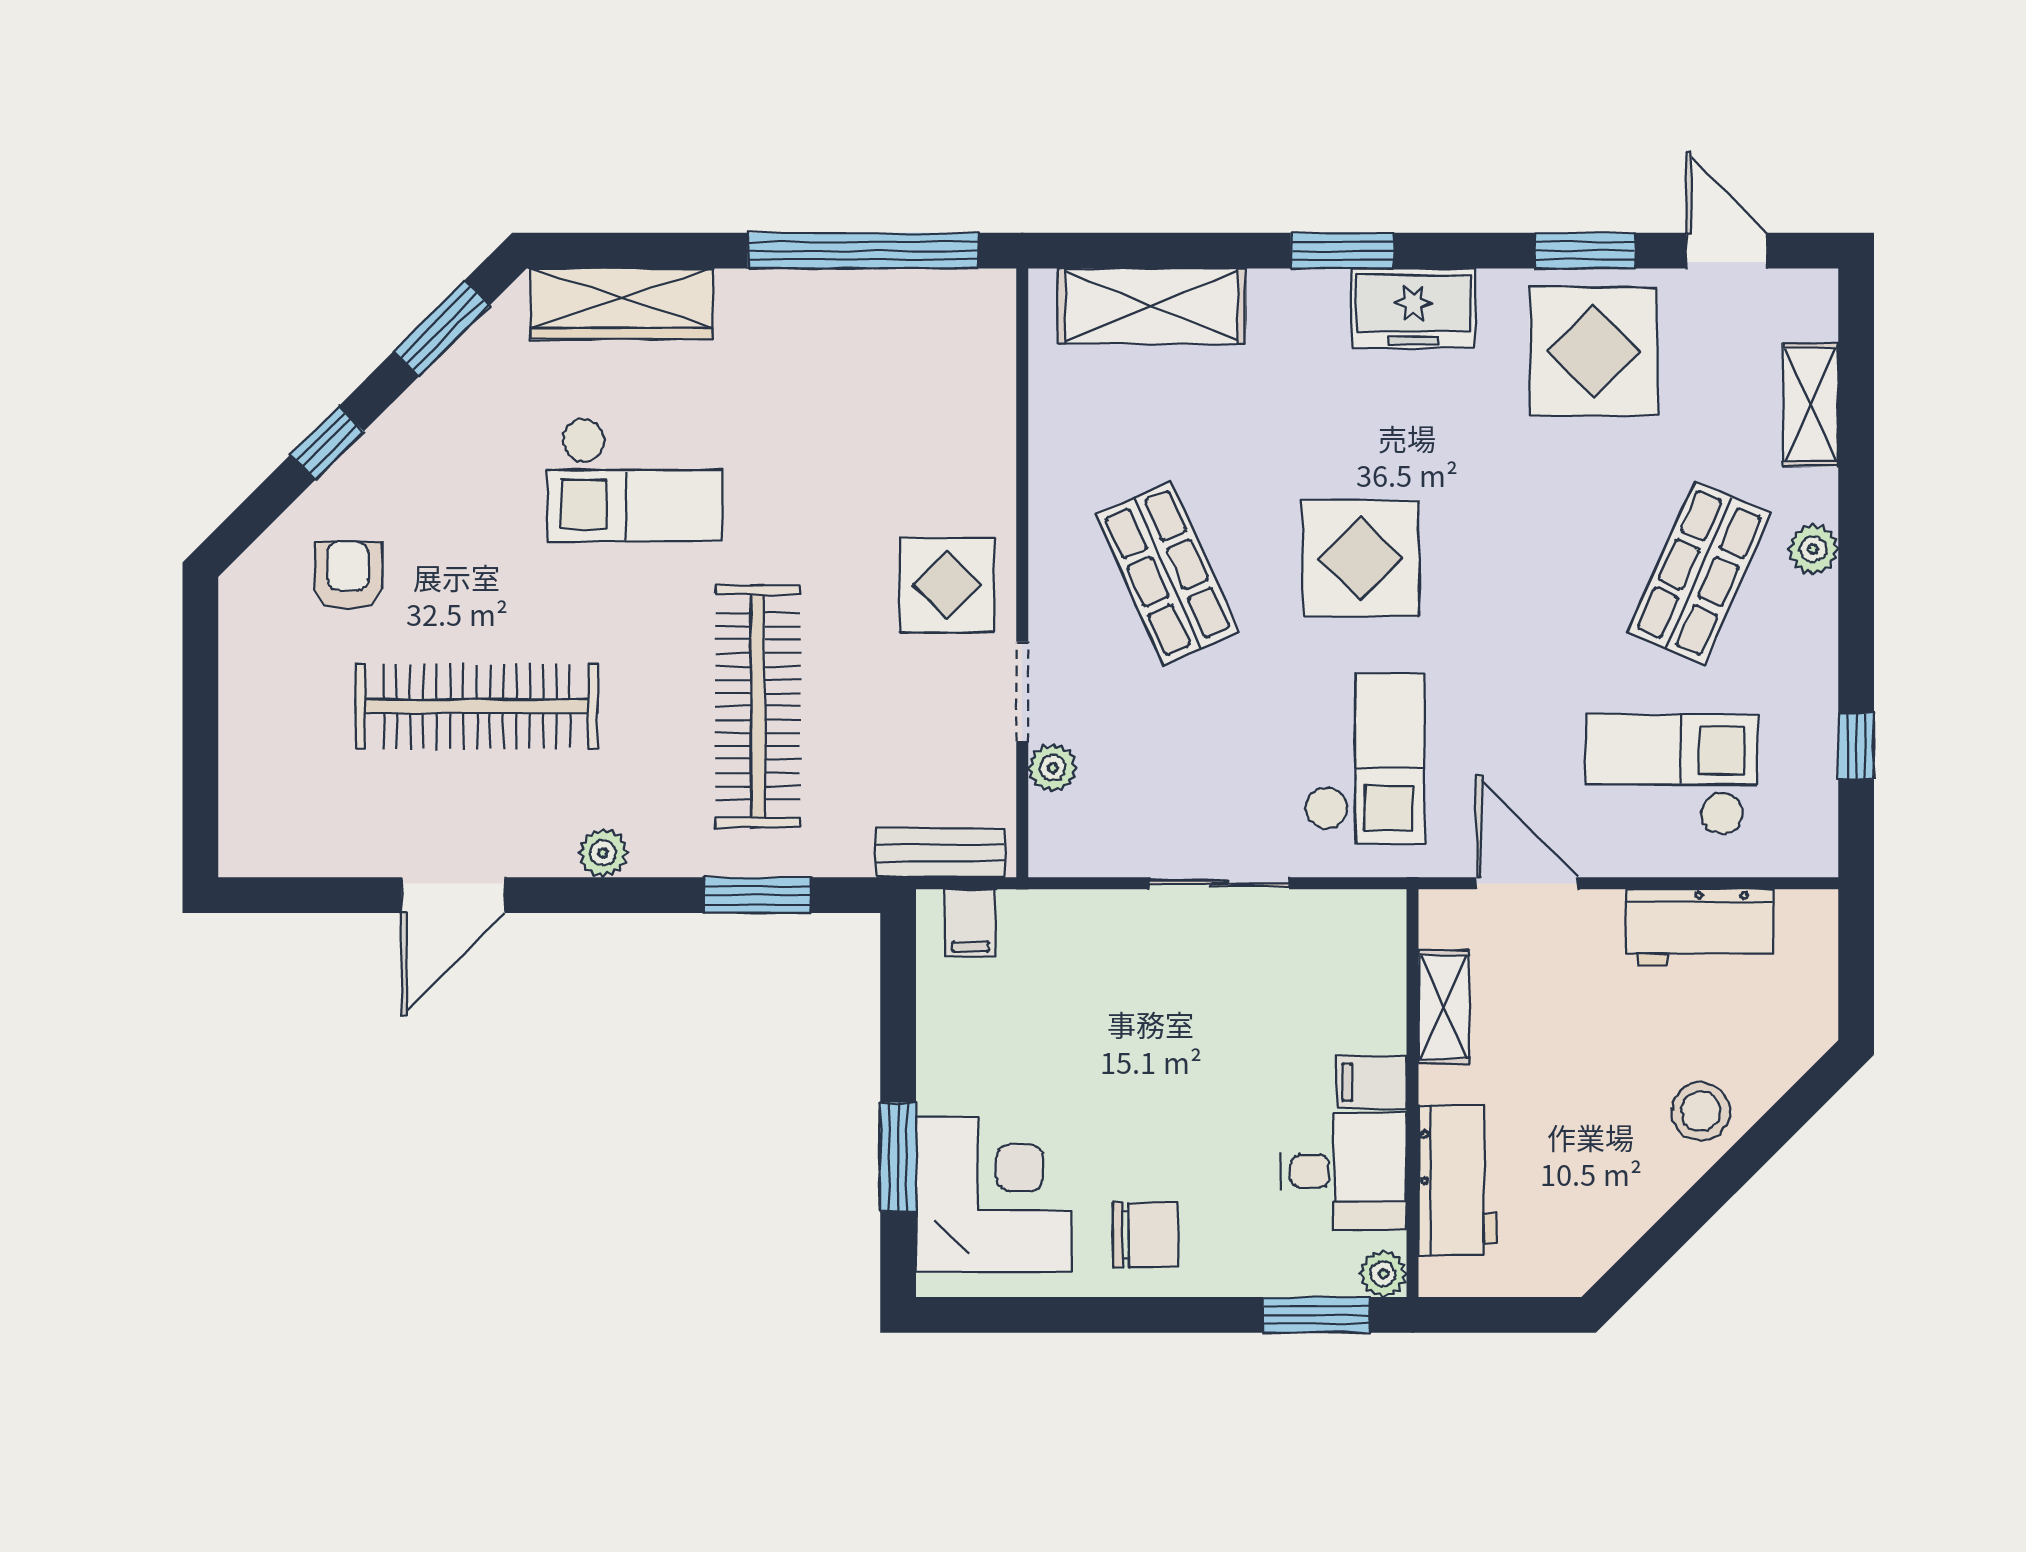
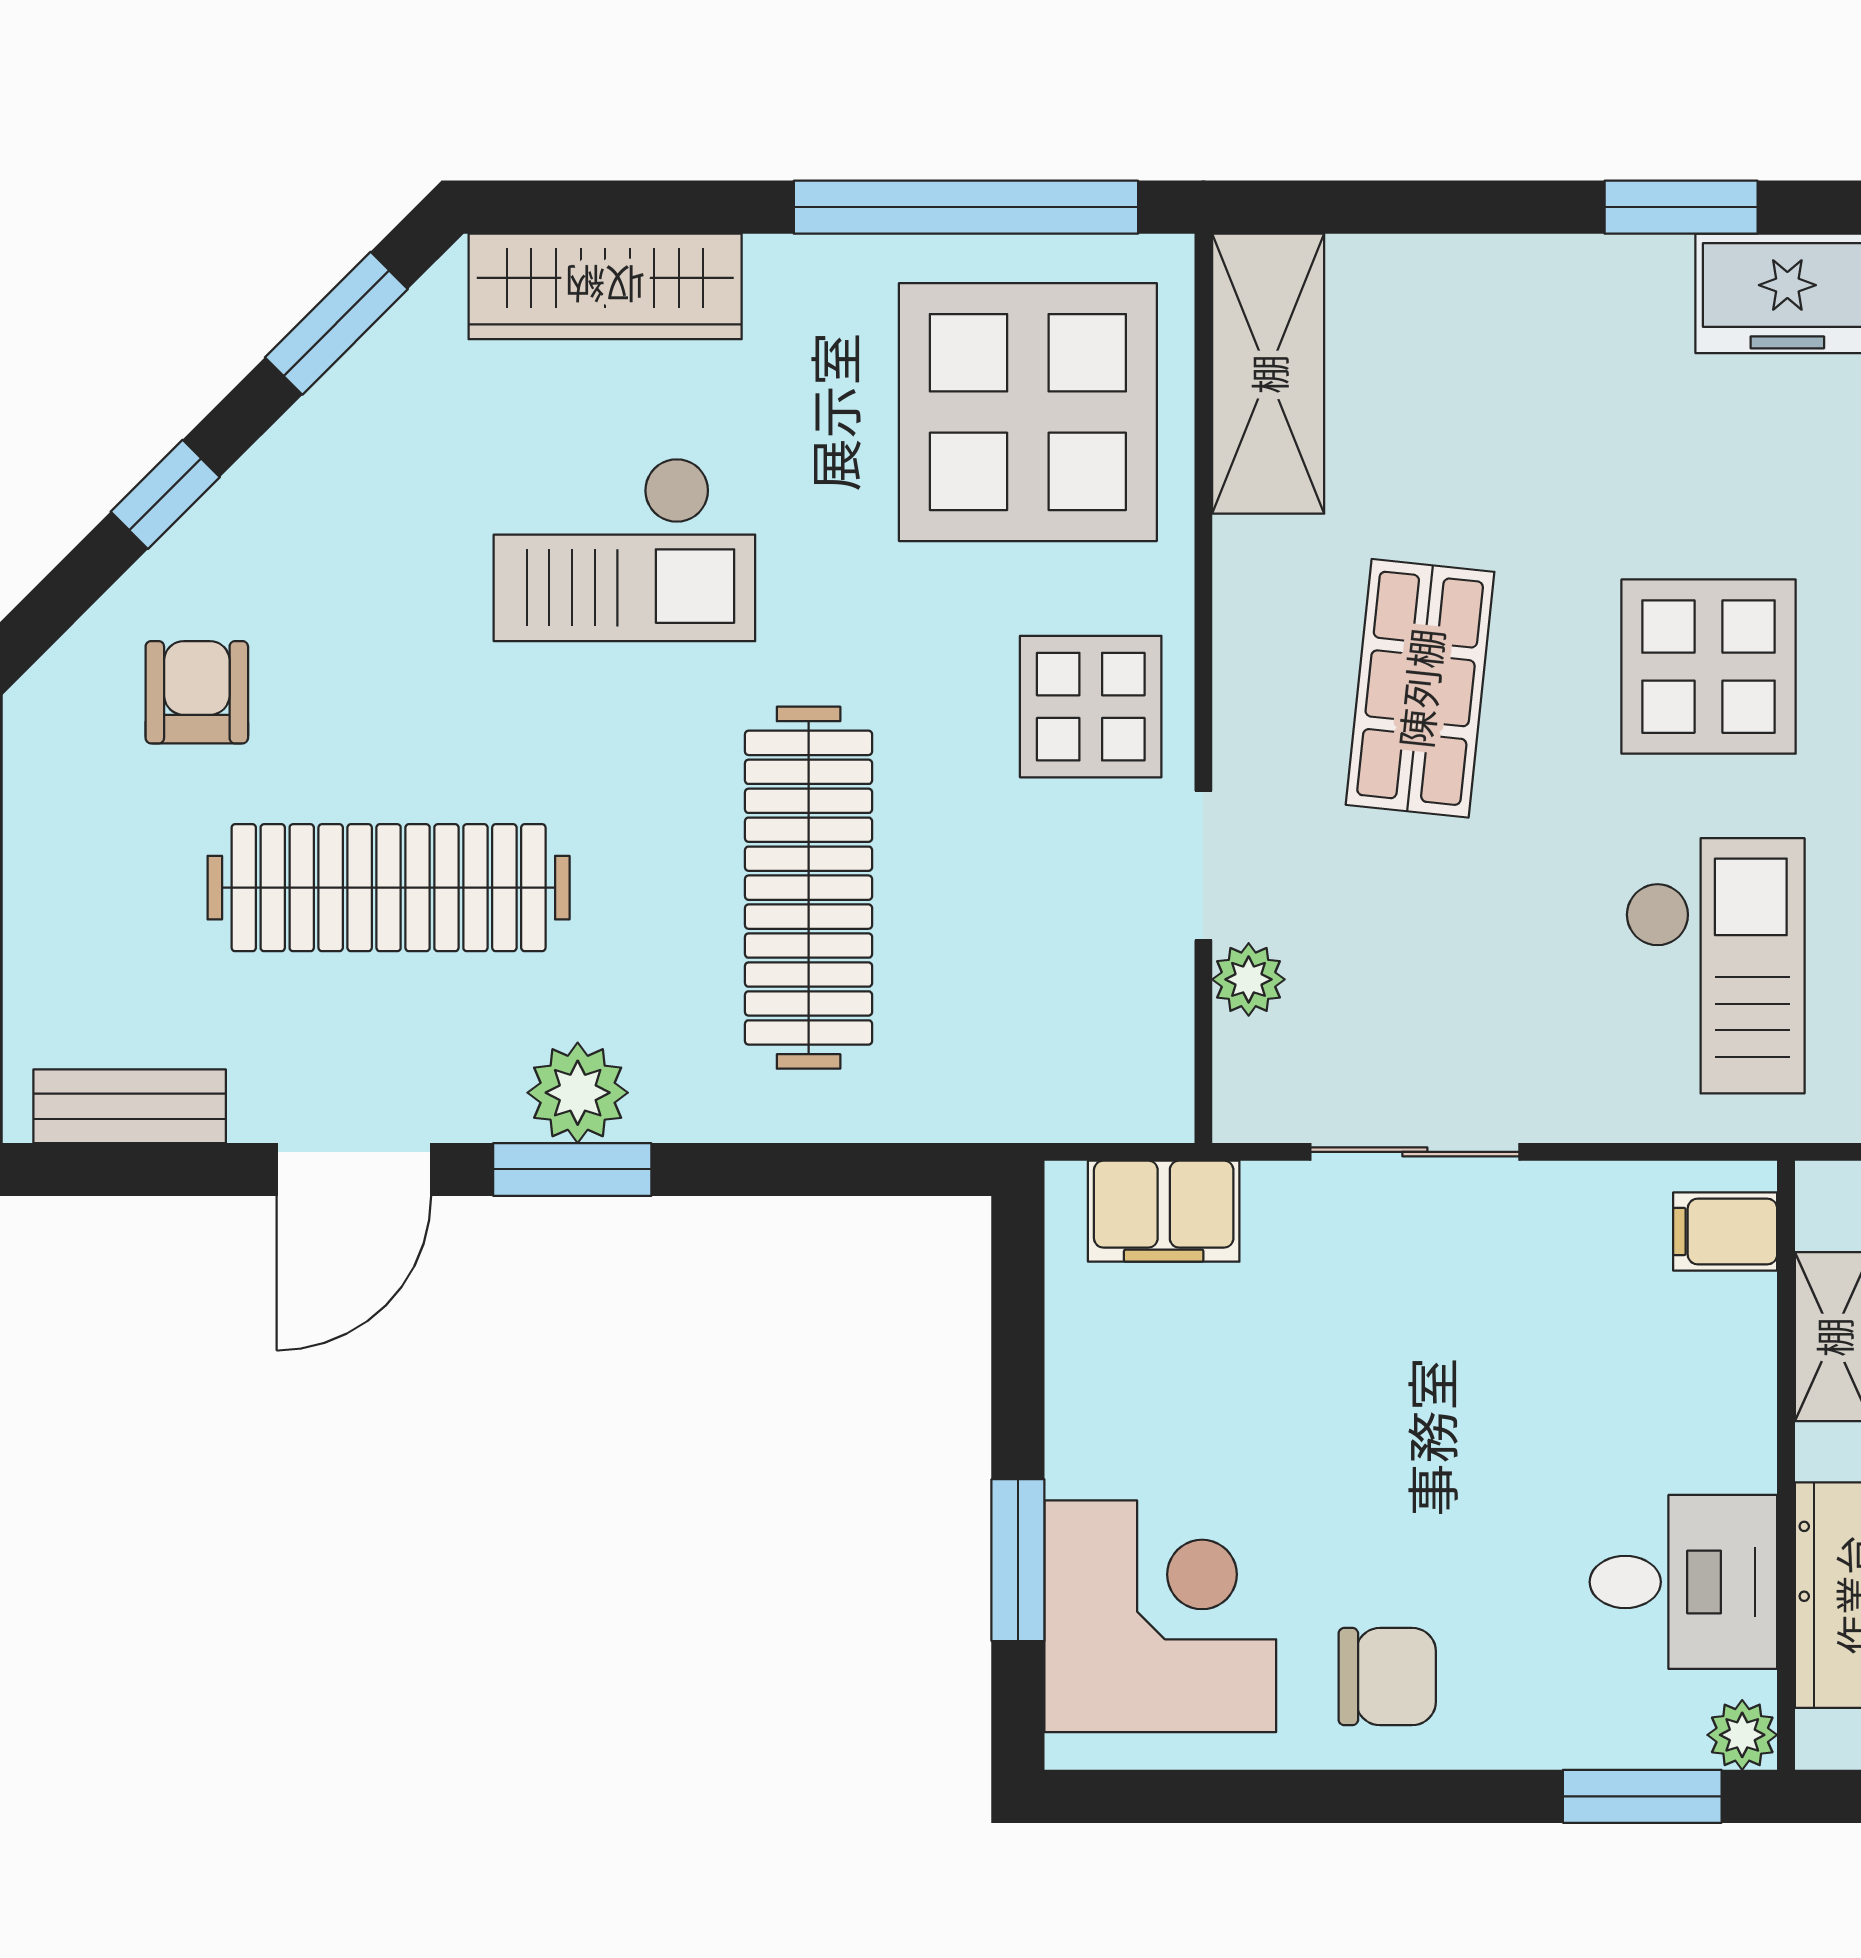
shelving: (1152, 306) -> (1268, 374), moved, turned 90
display table: (905, 388) -> (1028, 412), added
shop shelf: (1167, 573) -> (1420, 688), turned 30
plant: (603, 853) -> (578, 1093), width x1.38, depth x1.38
bench: (941, 853) -> (130, 1106), moved
sliding door: (1219, 883) -> (1415, 1152), moved
window: (757, 895) -> (572, 1169), moved
filing cabinet: (970, 923) -> (1164, 1211), width x2.00
filing cabinet: (1372, 1082) -> (1725, 1232), moved

